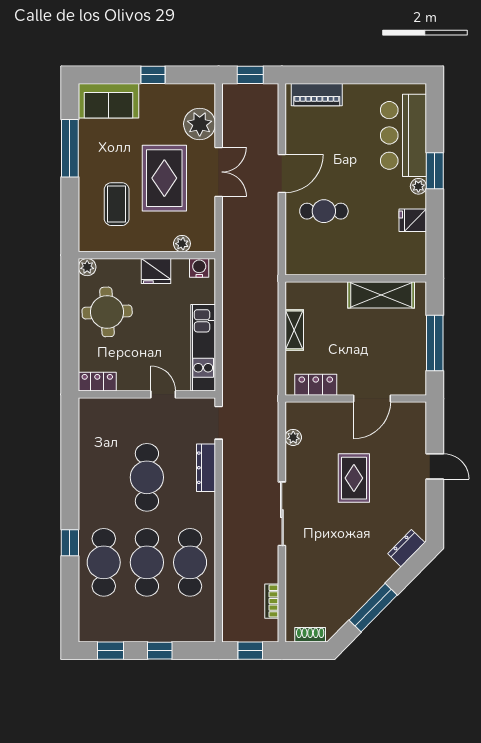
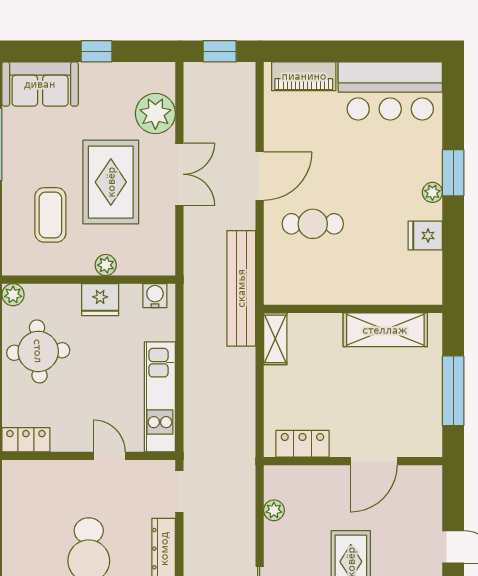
bar counter: (403, 135) -> (390, 91), moved, turned -90
plant: (182, 244) -> (106, 265), moved
bench: (267, 262) -> (241, 288), added
shelving: (294, 330) -> (275, 339), moved

